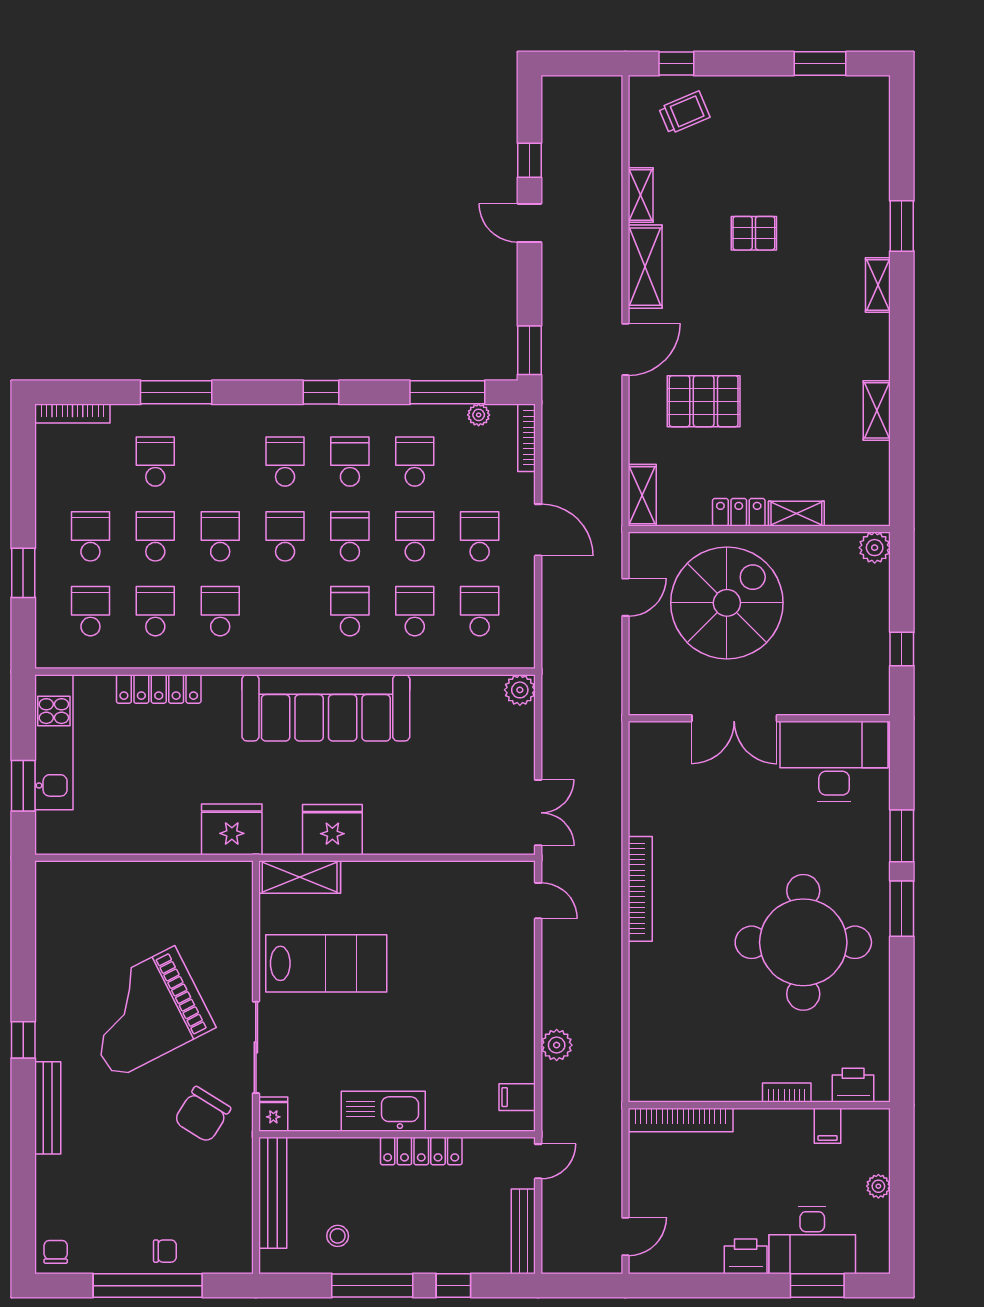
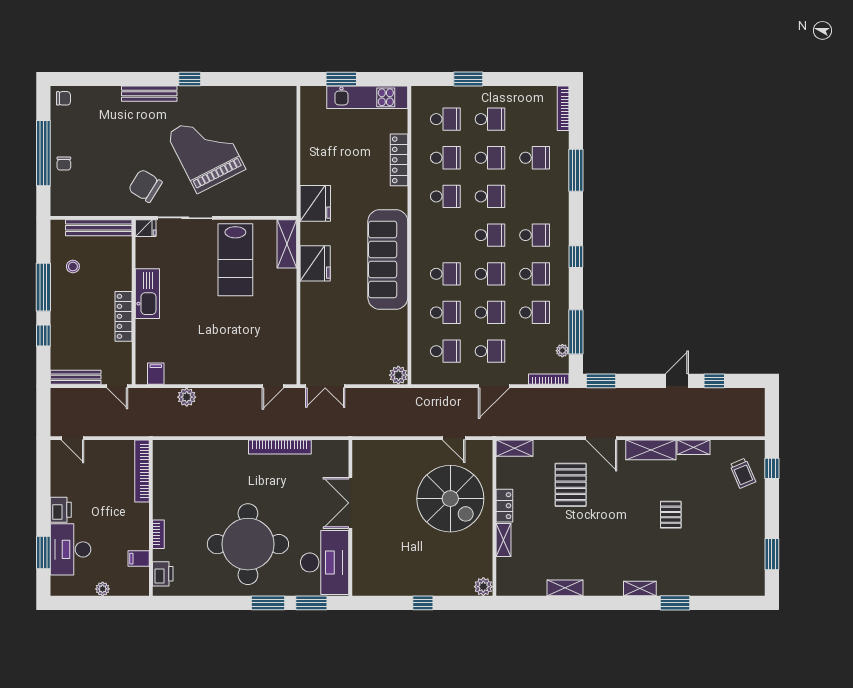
double door: (734, 718) -> (350, 503), moved
wall: (759, 718) -> (350, 518), moved
desk: (834, 761) -> (325, 562), moved

